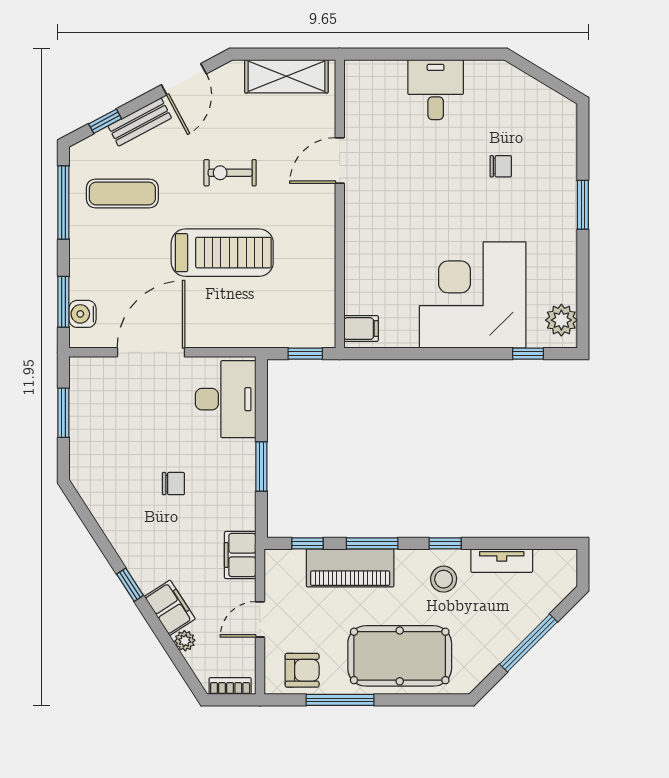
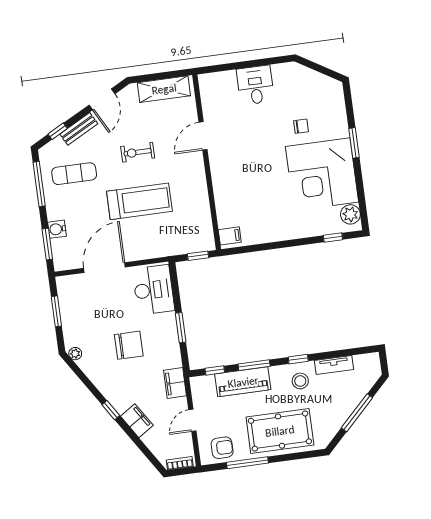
corner desk: (473, 295) -> (322, 174), moved, turned -90
water cooler: (82, 314) -> (57, 229), moved
chair: (173, 484) -> (129, 345), width x1.87, depth x1.87
plant: (185, 641) -> (75, 354), moved

